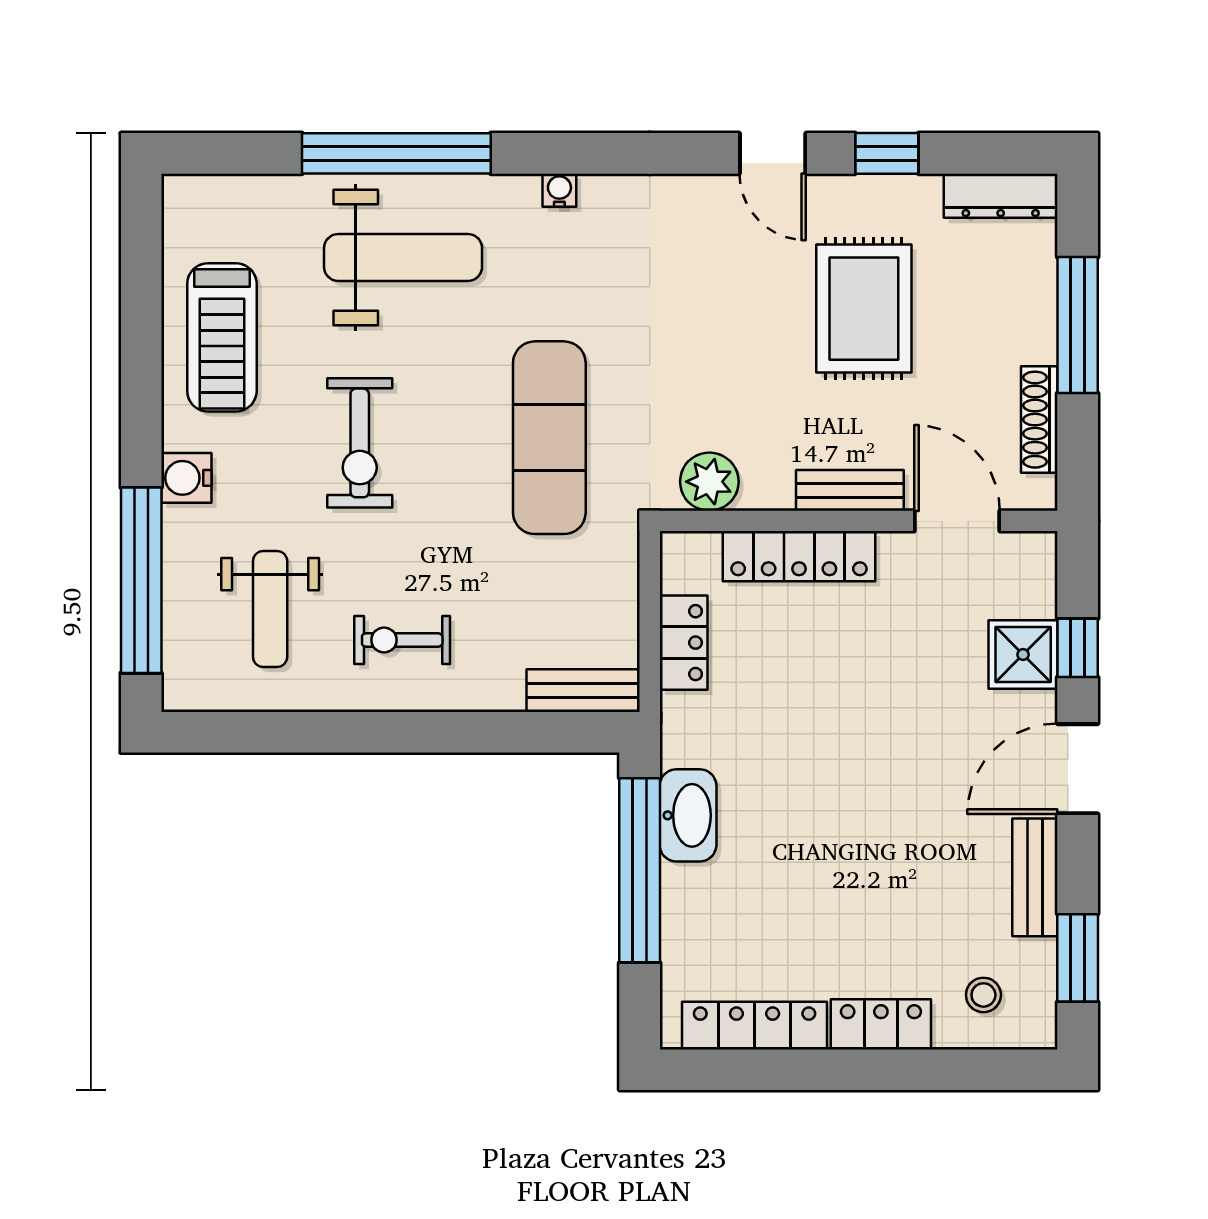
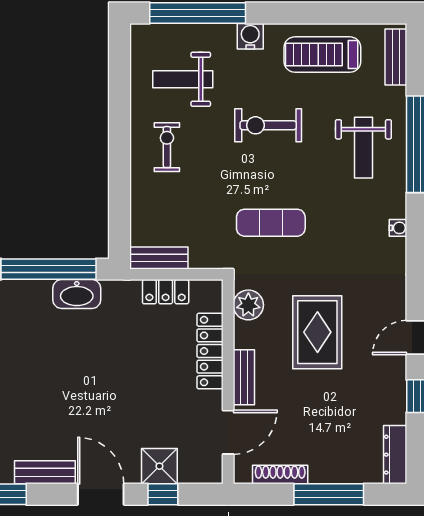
bench: (227, 194) -> (396, 57), added
weight bench: (403, 257) -> (363, 148), width x0.73, depth x0.75
rug: (864, 309) -> (317, 332), moved, turned 90
exercise mat: (549, 438) -> (271, 223), width x0.73, depth x0.69
bench: (583, 691) -> (159, 258), moved, turned 90

